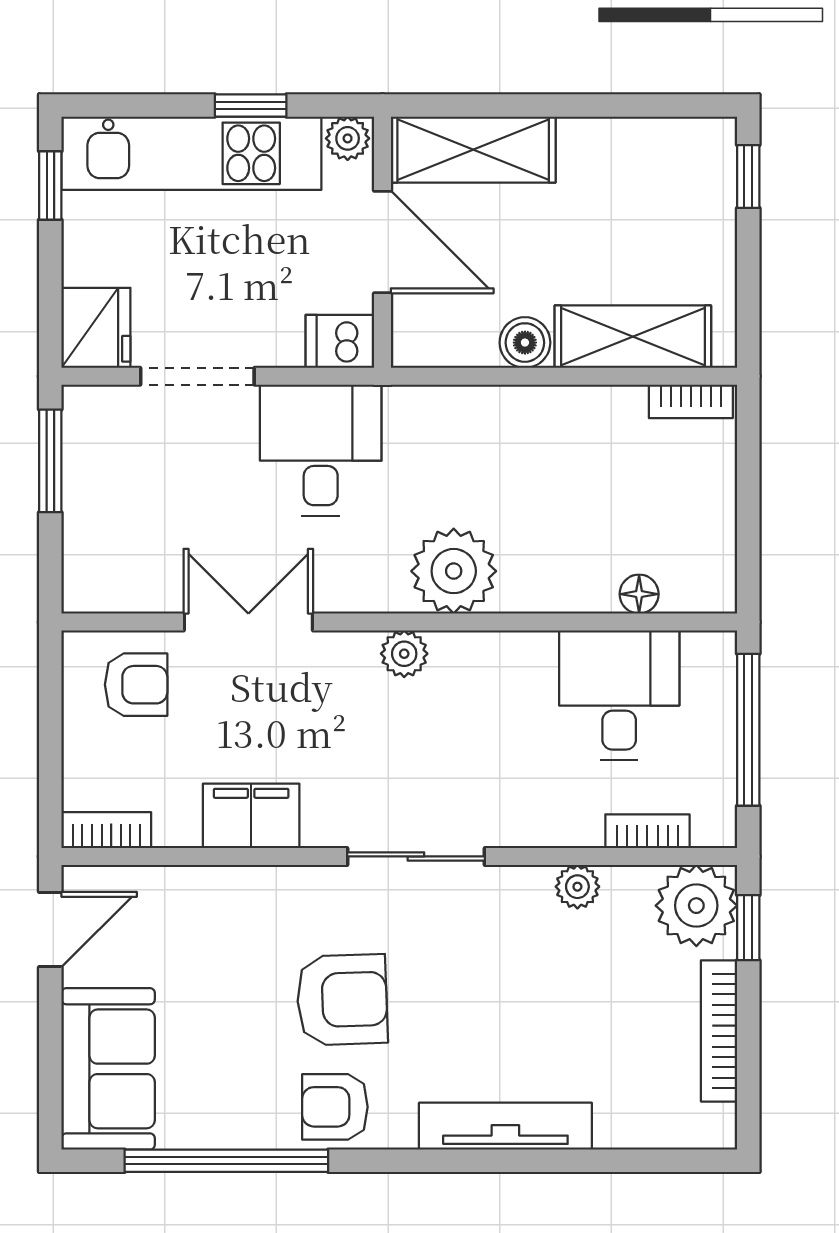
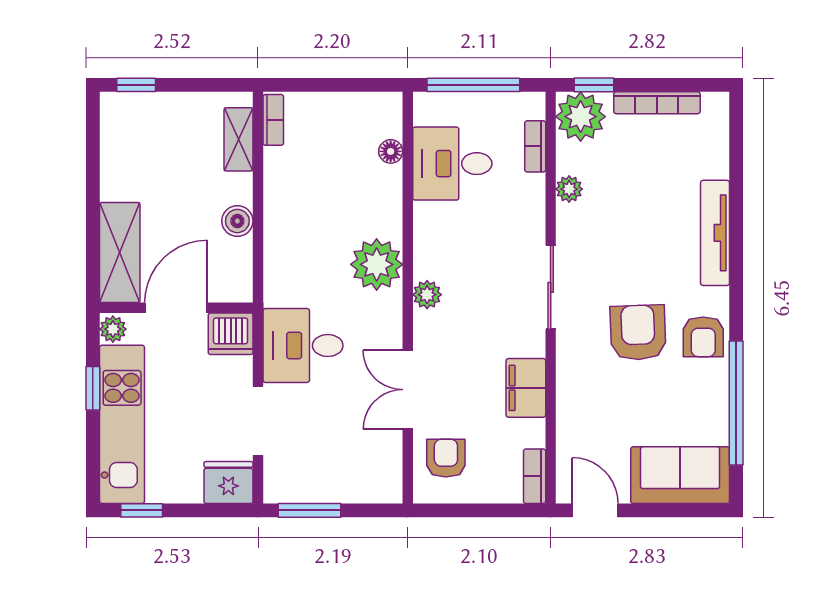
shelving: (633, 337) -> (239, 139), width x0.67, depth x0.75
dishwasher: (340, 341) -> (231, 334), width x1.38

